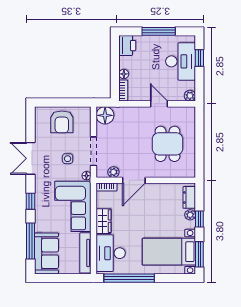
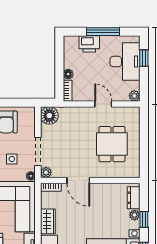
printer: (127, 46) -> (89, 44), moved, turned 90
plant: (113, 172) -> (46, 172), moved
door: (134, 180) -> (78, 181), hinge flipped

